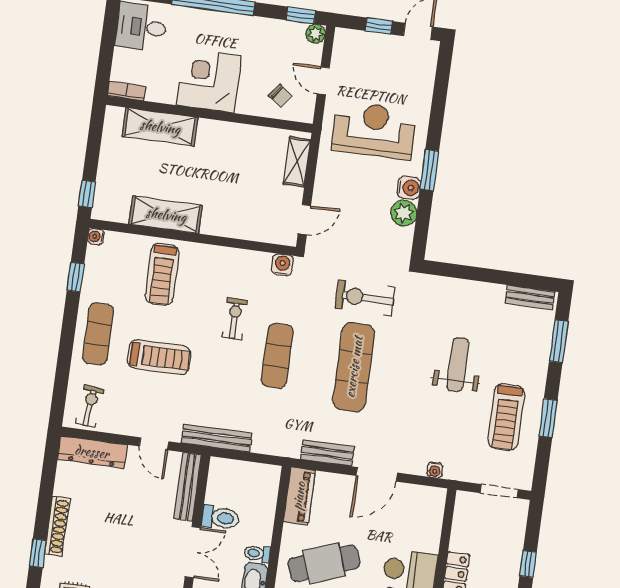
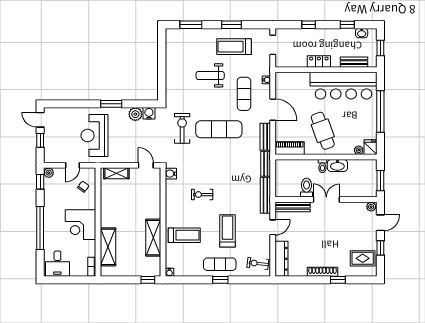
water cooler: (409, 188) -> (149, 113), moved
window: (76, 277) -> (220, 280), moved
bench: (530, 297) -> (266, 164), moved
exercise bike: (365, 298) -> (182, 128), turned 180
exercise mat: (277, 356) -> (244, 94), moved, turned 90
treadmill: (506, 417) -> (234, 47), turned 180

